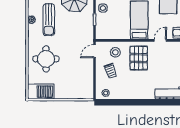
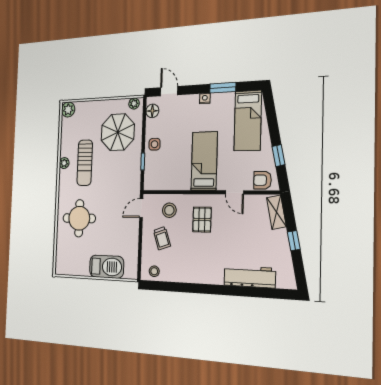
door: (160, 40) -> (234, 192), swing flipped
pallet: (139, 58) -> (202, 220), width x0.67, depth x0.71
barbecue: (41, 92) -> (107, 267), moved

